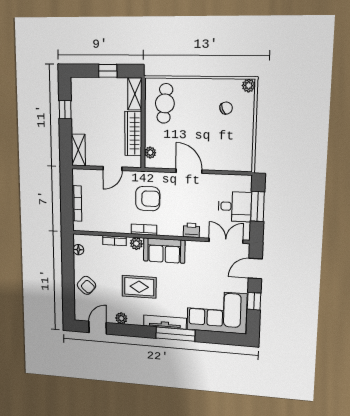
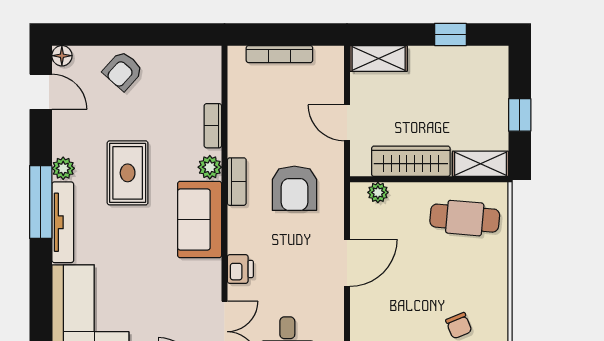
floor lamp: (78, 250) -> (62, 56), moved
plant: (121, 318) -> (63, 168), moved
window: (175, 334) -> (41, 202), moved

